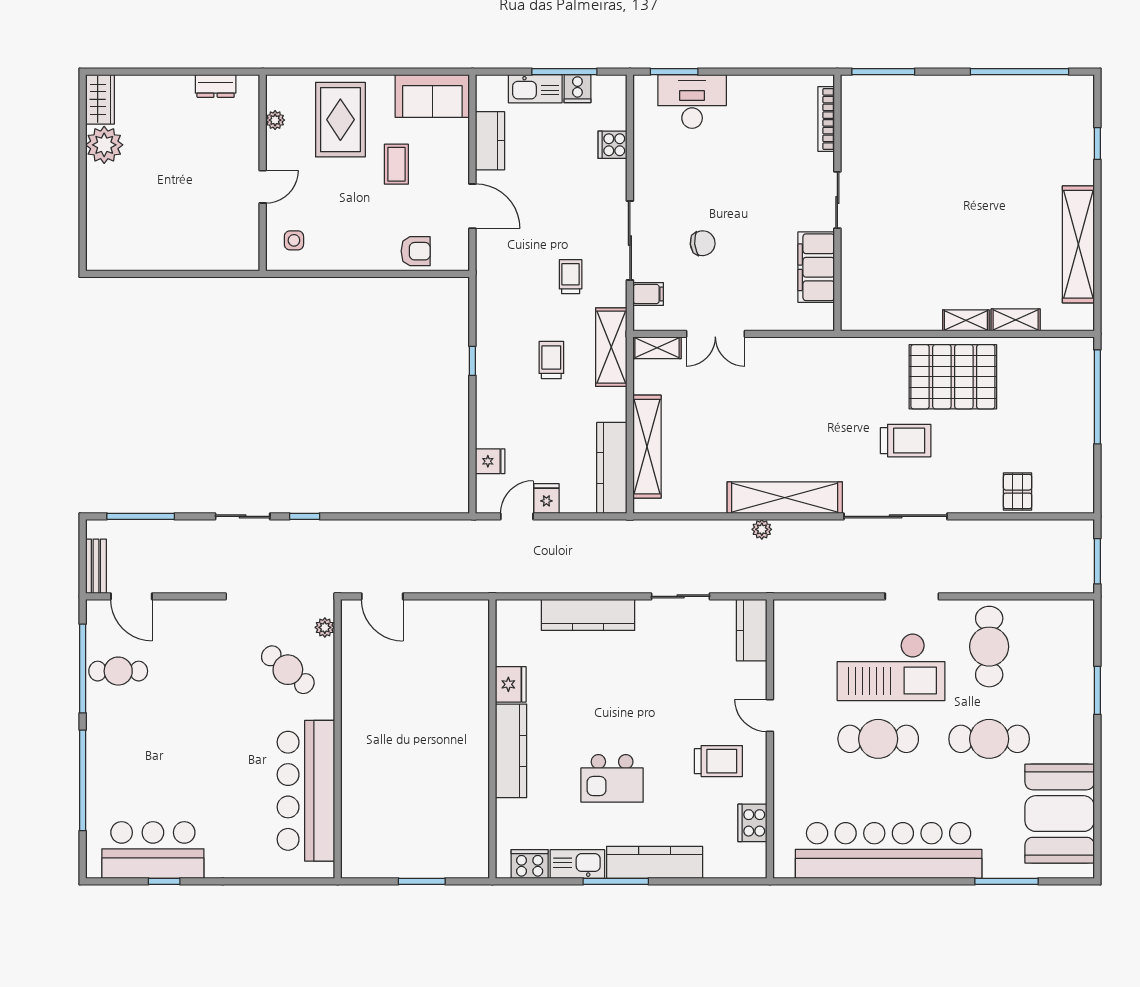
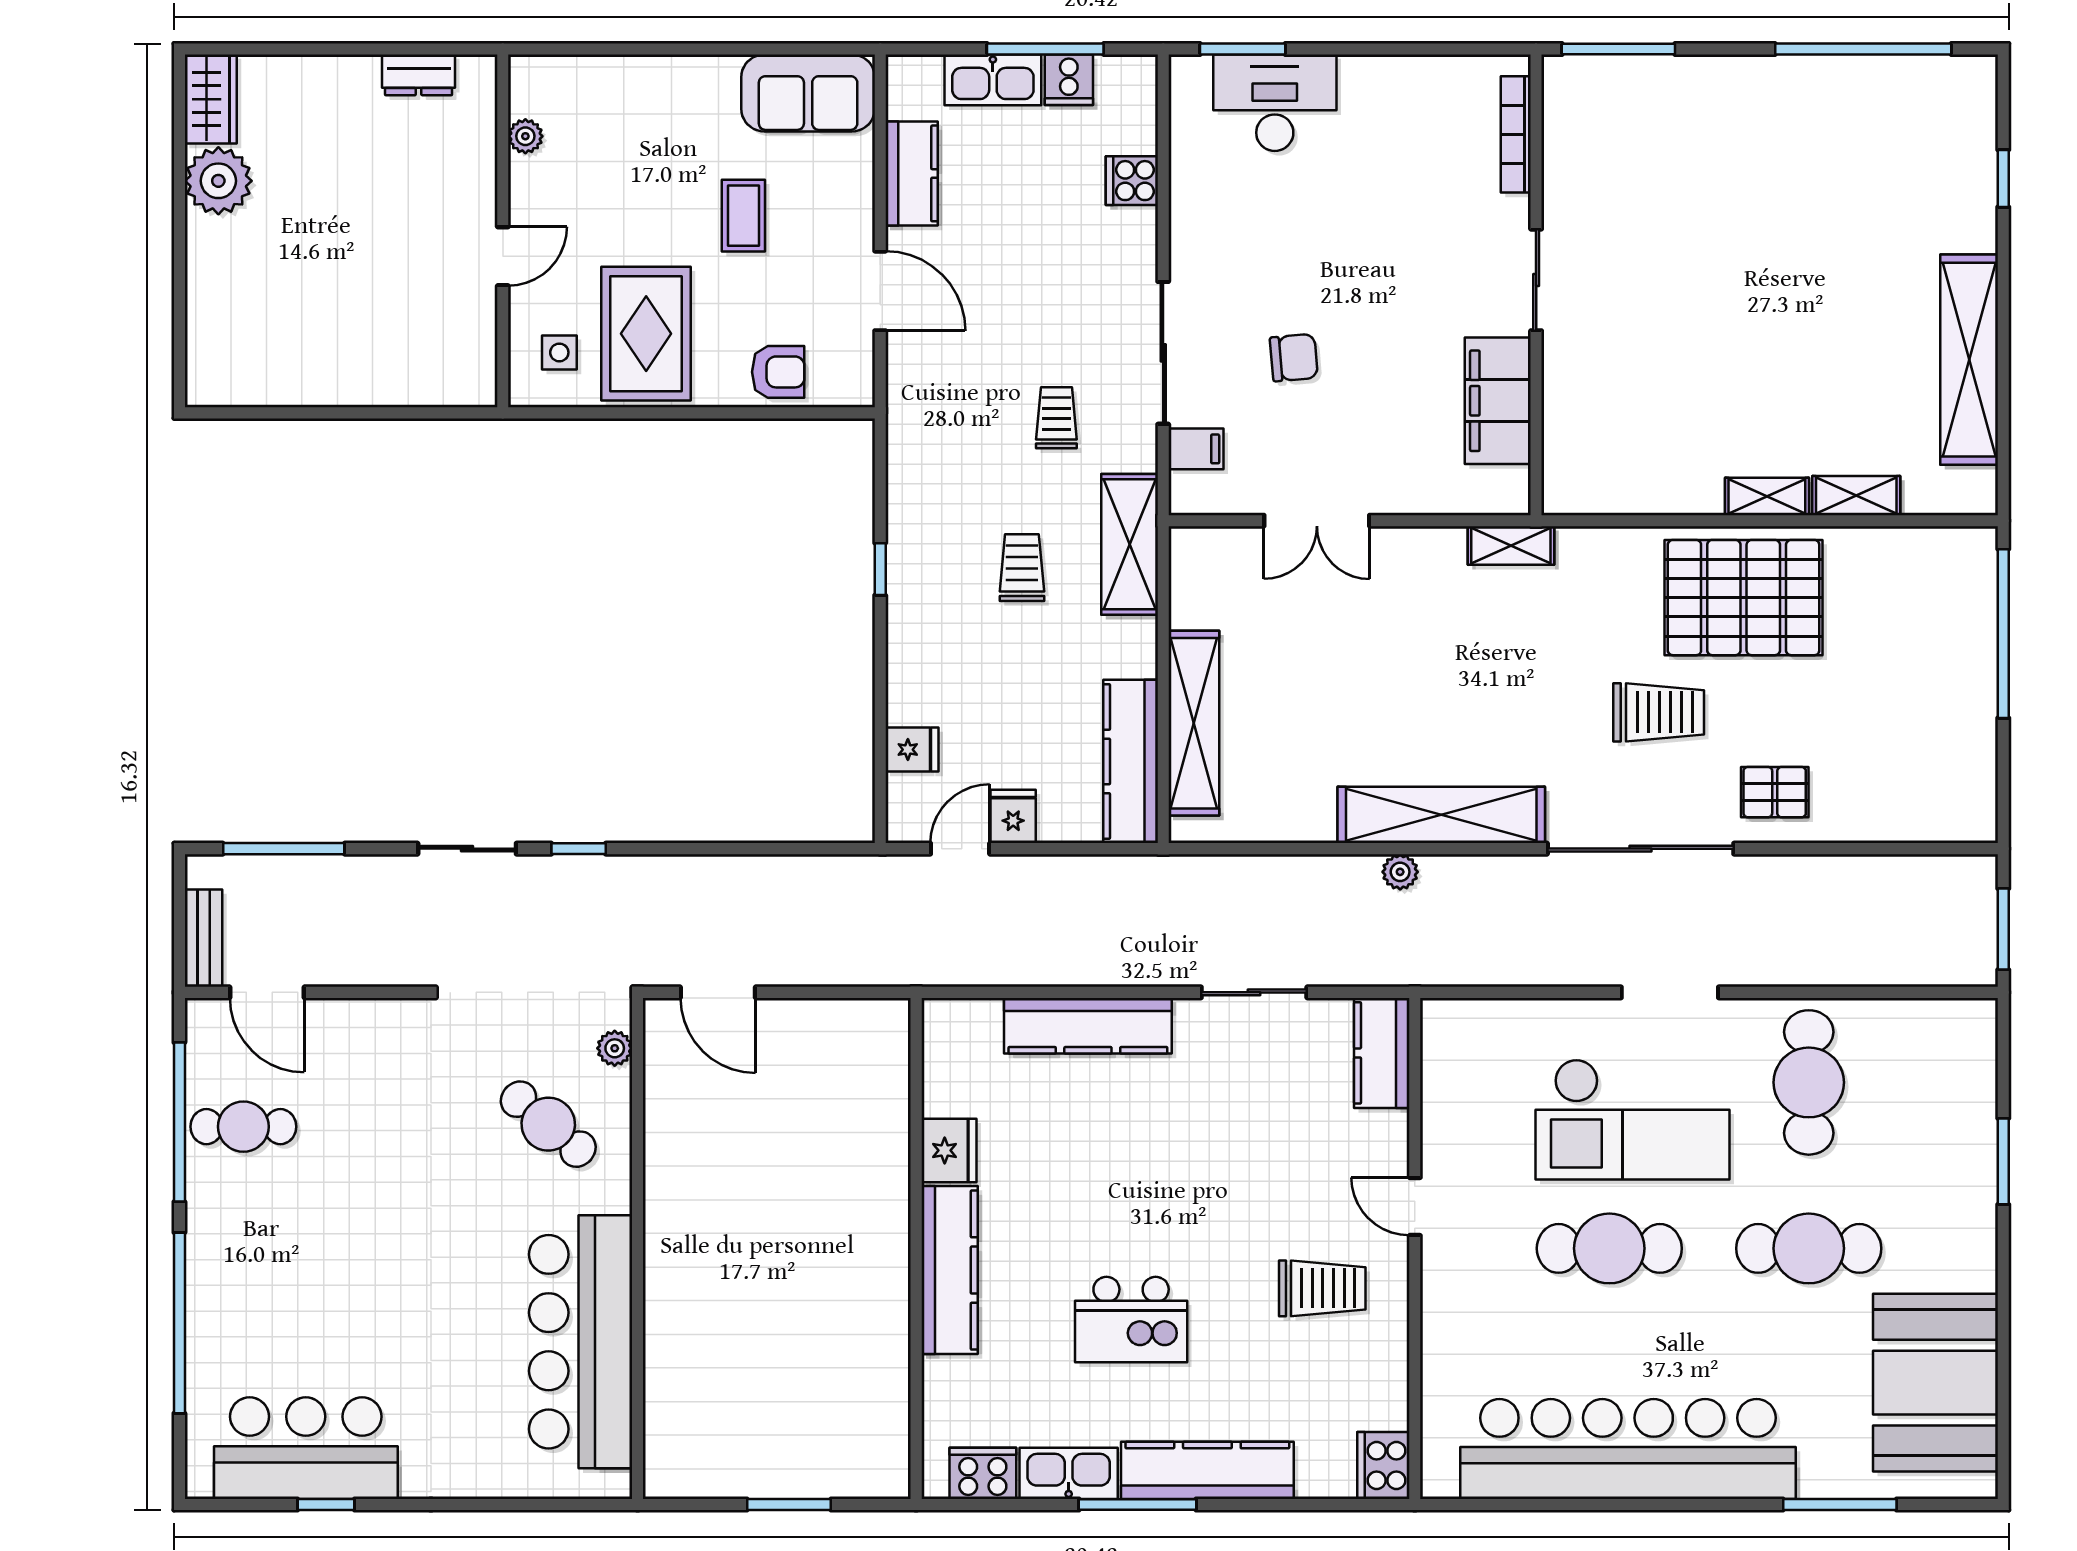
rug: (340, 120) -> (646, 334), moved
shelving: (657, 348) -> (1511, 546), moved
pallet: (1018, 492) -> (1775, 792), moved, turned 90
cooker: (752, 823) -> (1383, 1465), moved

